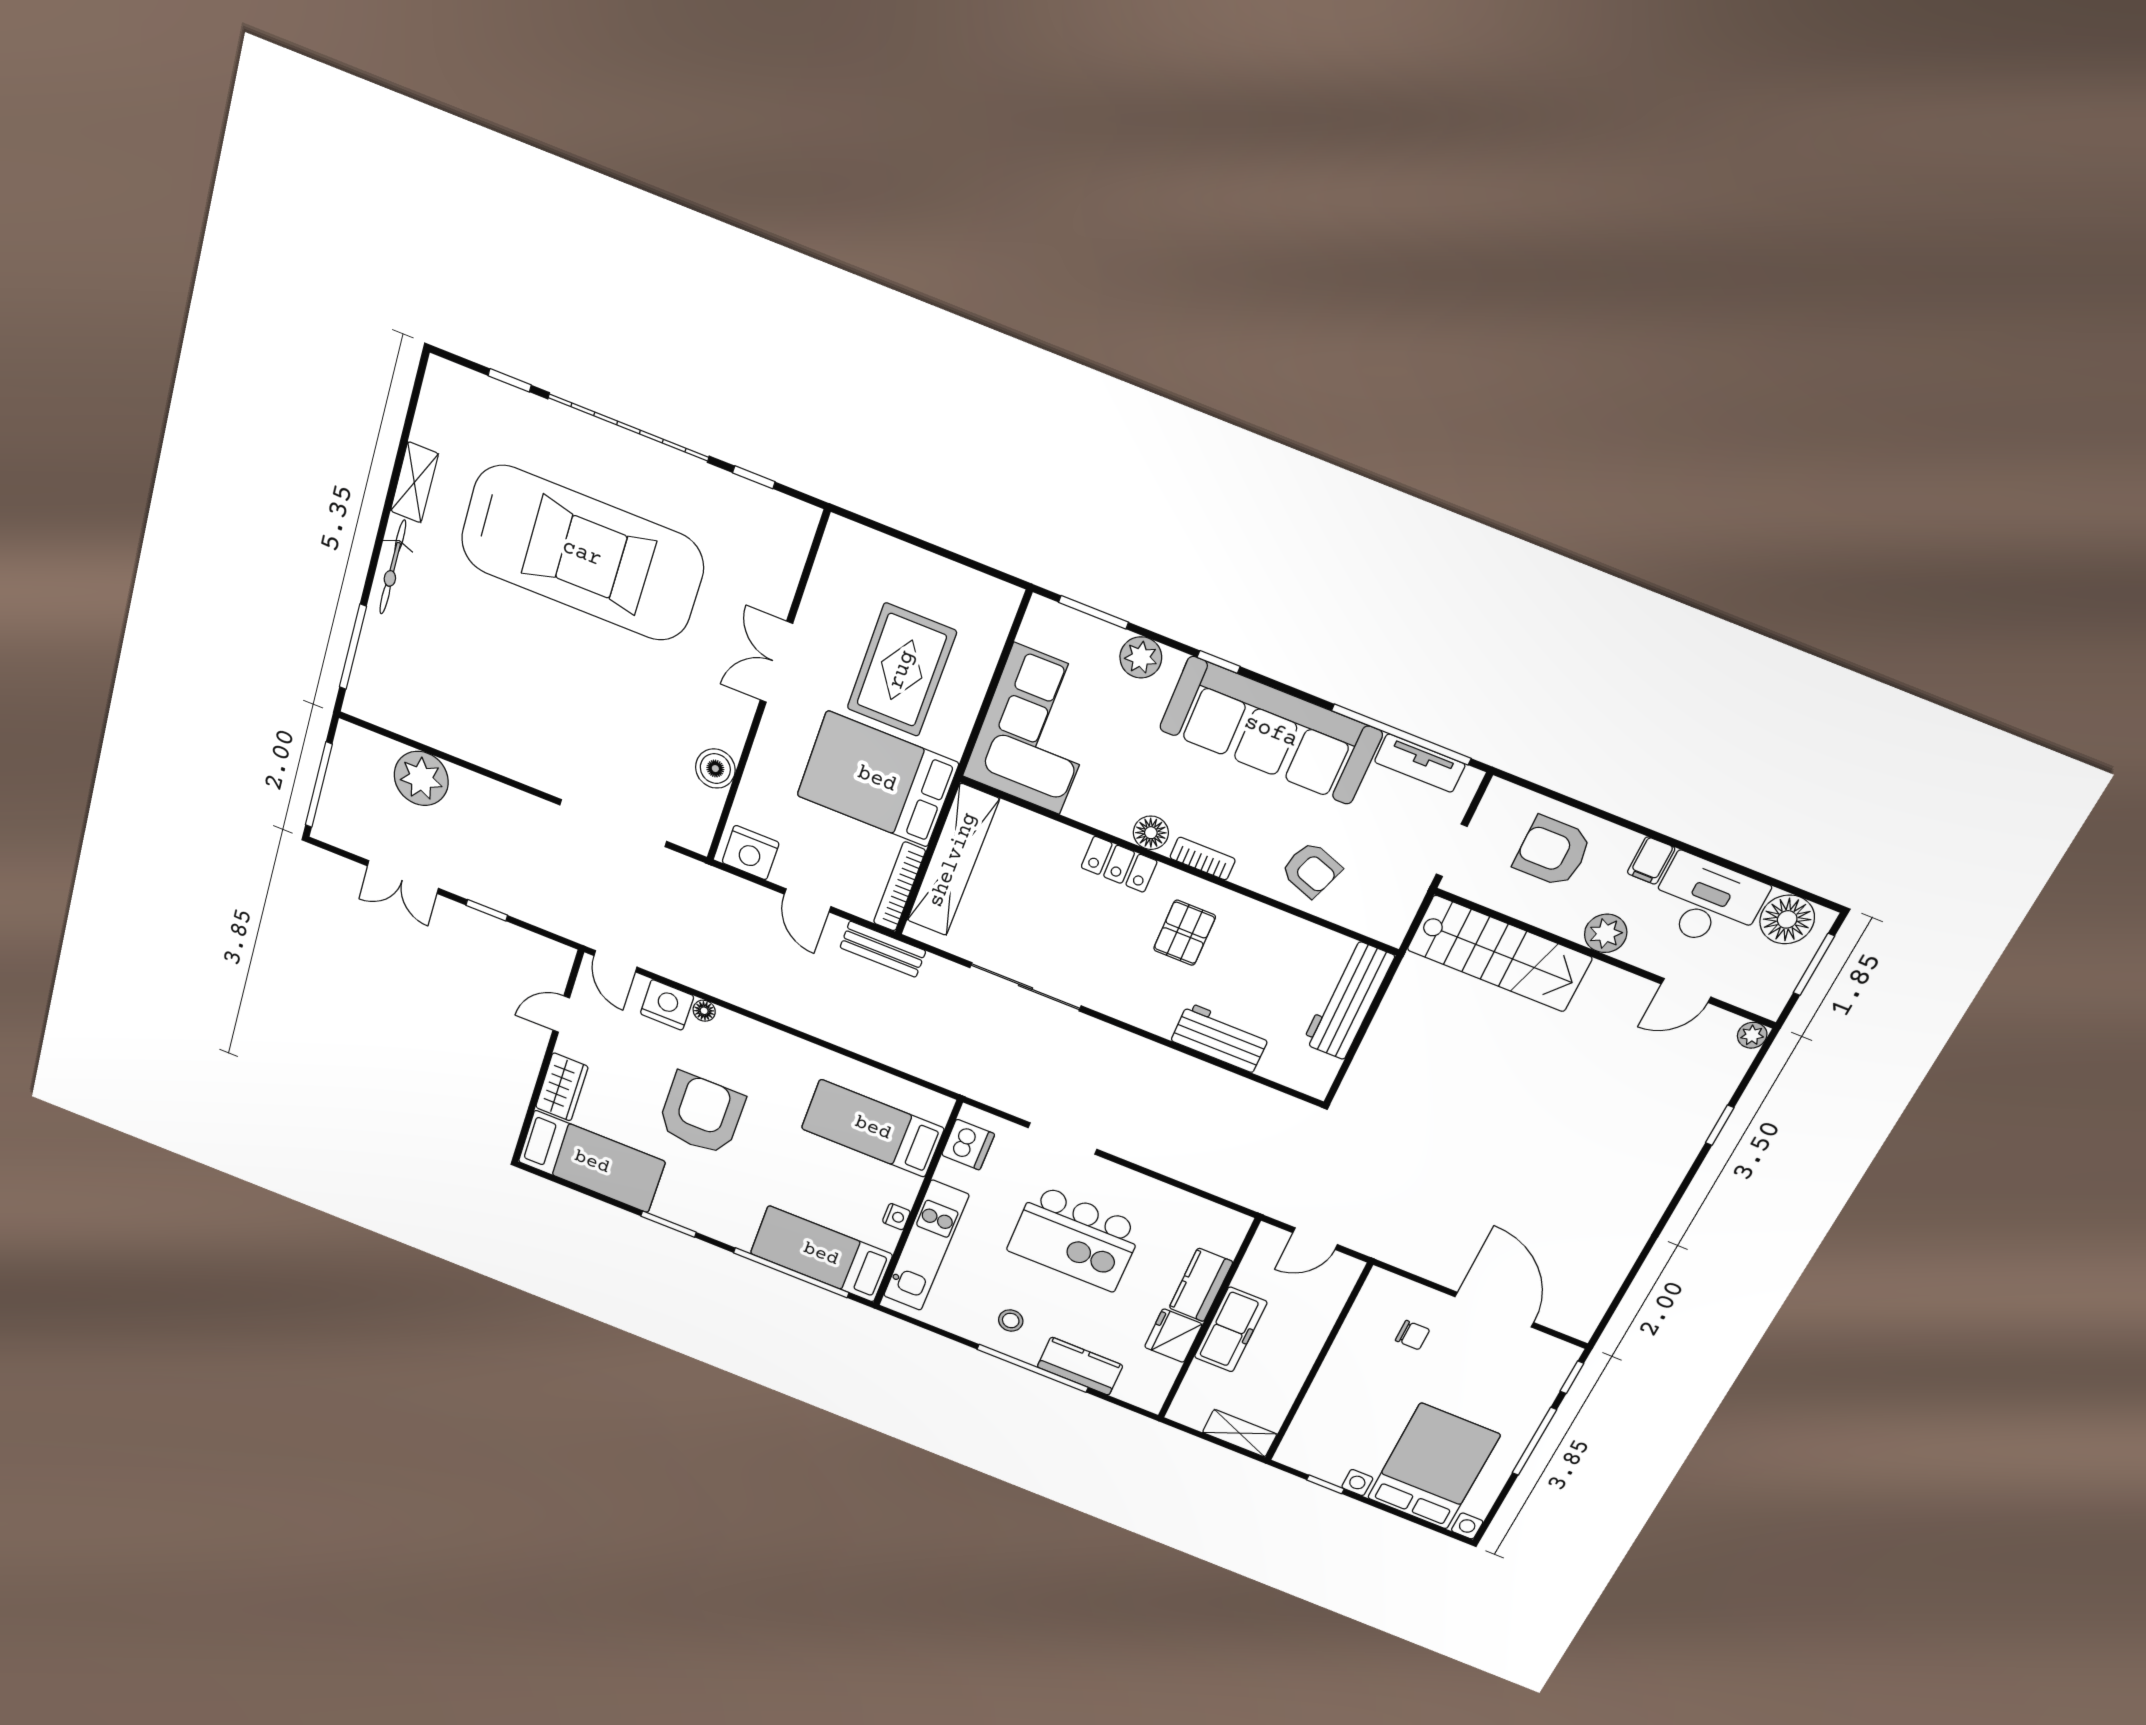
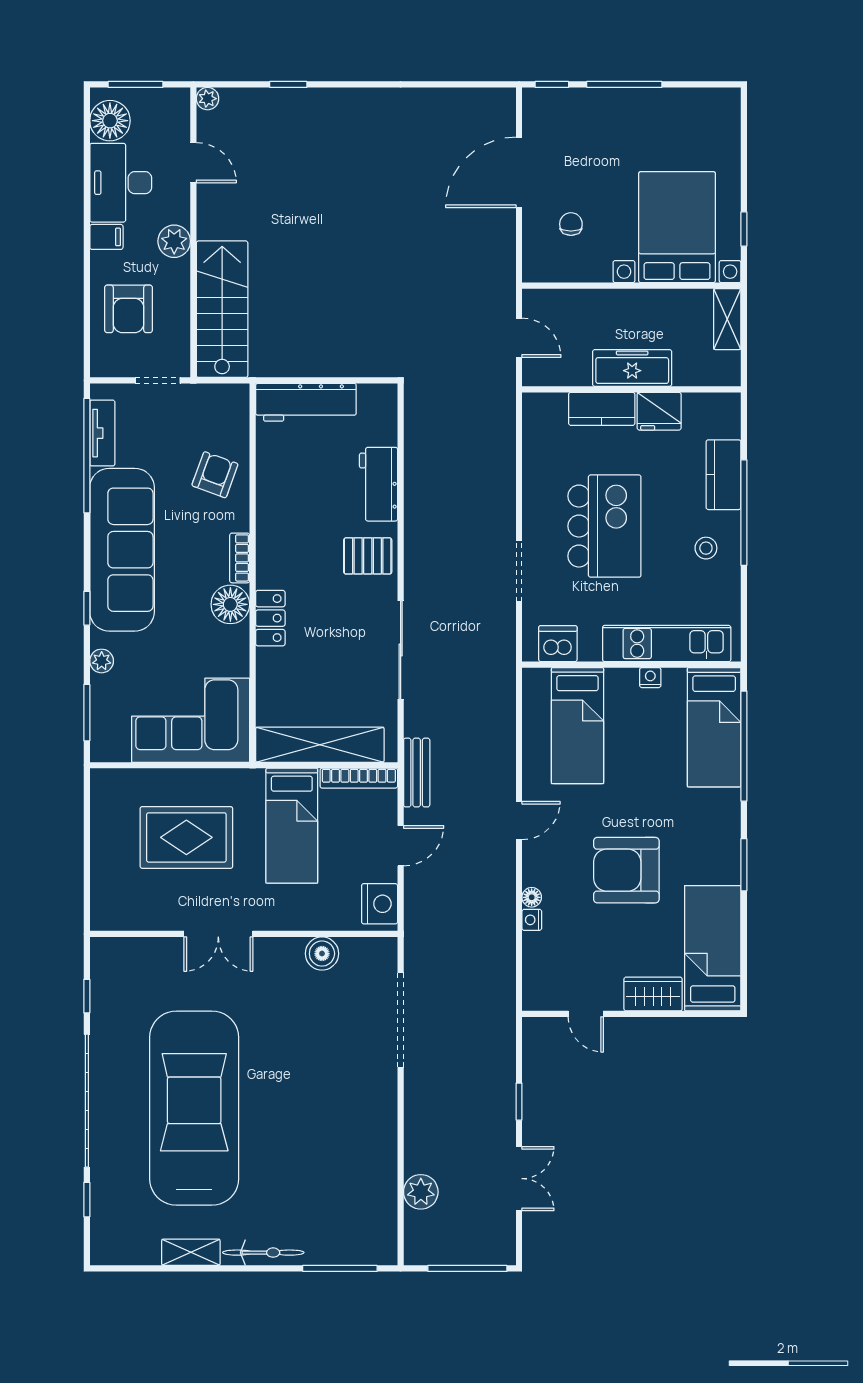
plant: (1141, 657) -> (102, 661), width x0.73, depth x0.73
plant: (421, 778) -> (421, 1192), width x0.73, depth x0.73
bed: (877, 779) -> (292, 826), width x0.67
floor lamp: (1151, 833) -> (230, 604), width x1.38, depth x1.38
pallet: (1185, 933) -> (368, 556), moved
door: (615, 961) -> (519, 821), moved
nightstand: (667, 1005) -> (532, 920), width x0.53, depth x0.56
bed with nightstands: (1434, 1466) -> (677, 227), moved, turned 90

